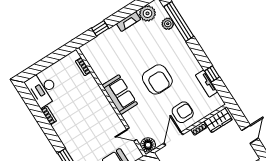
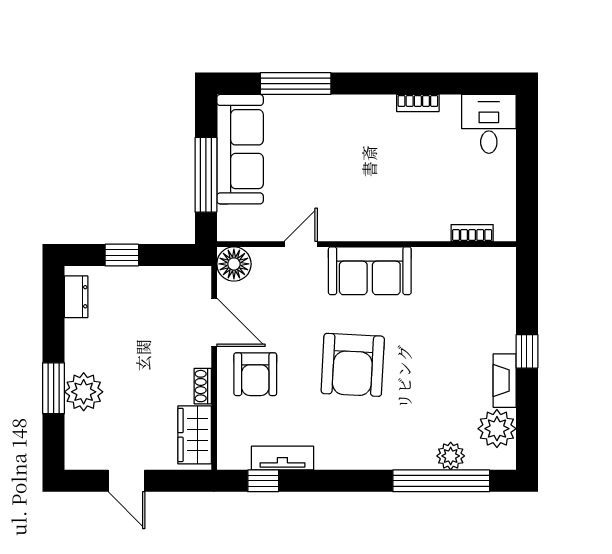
window: (100, 28) -> (527, 351), moved
window: (212, 74) -> (263, 481), moved
armchair: (157, 79) -> (353, 365), turned -87
desk: (42, 89) -> (489, 124), width x0.73
door: (132, 135) -> (301, 244), moved

